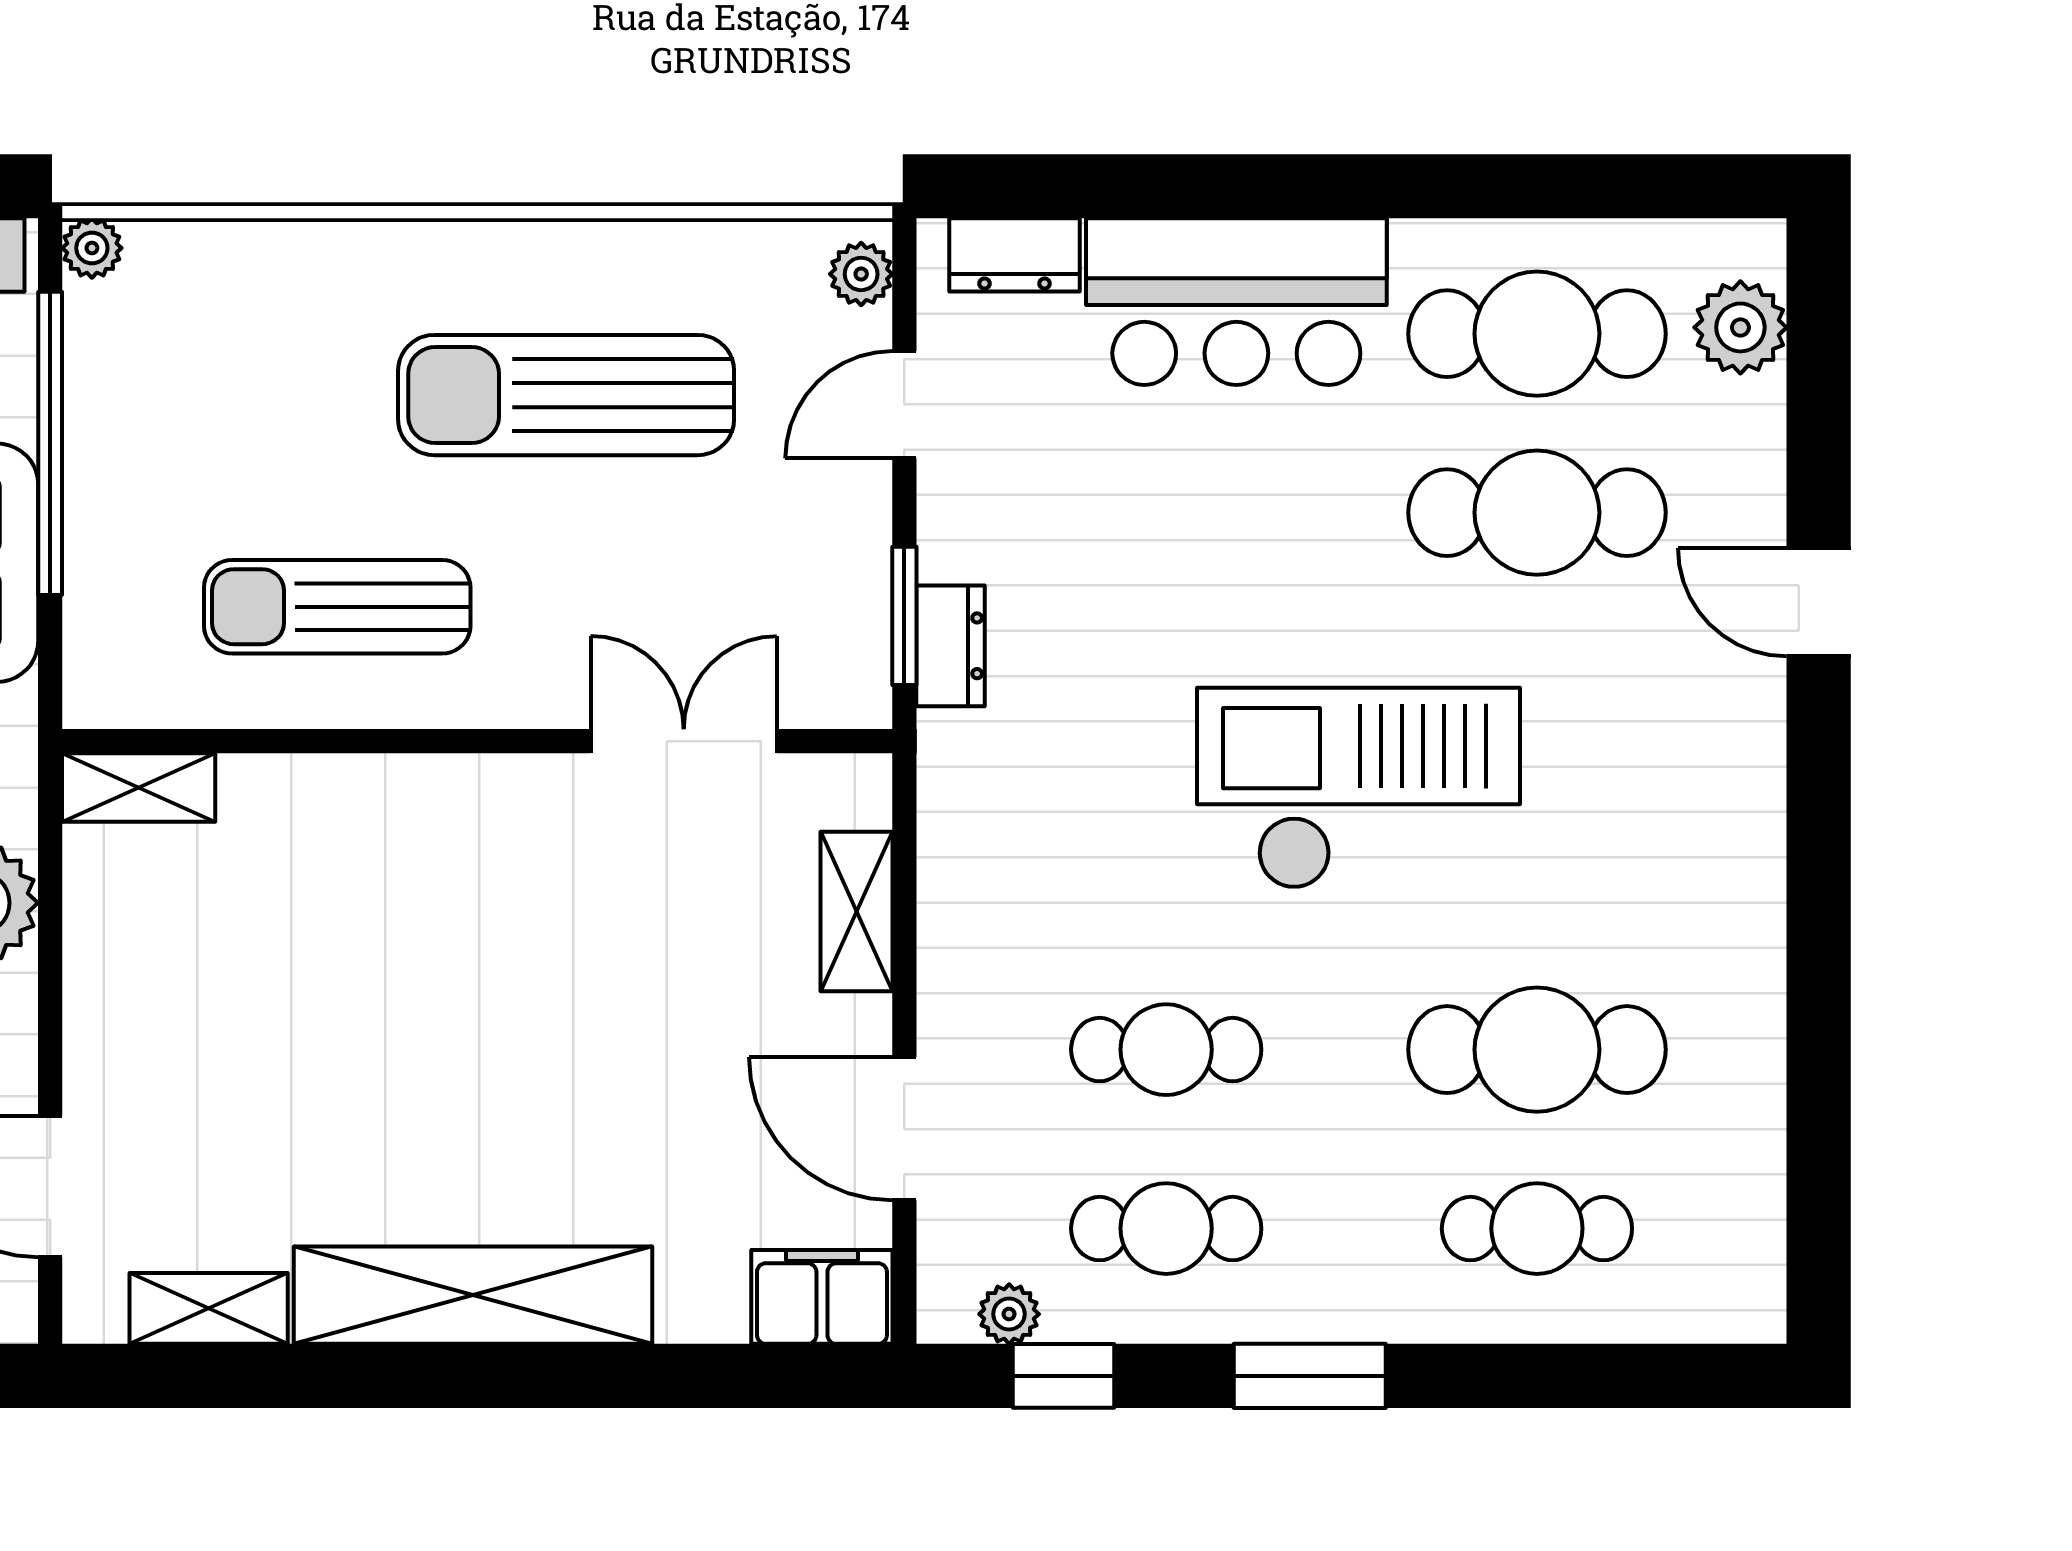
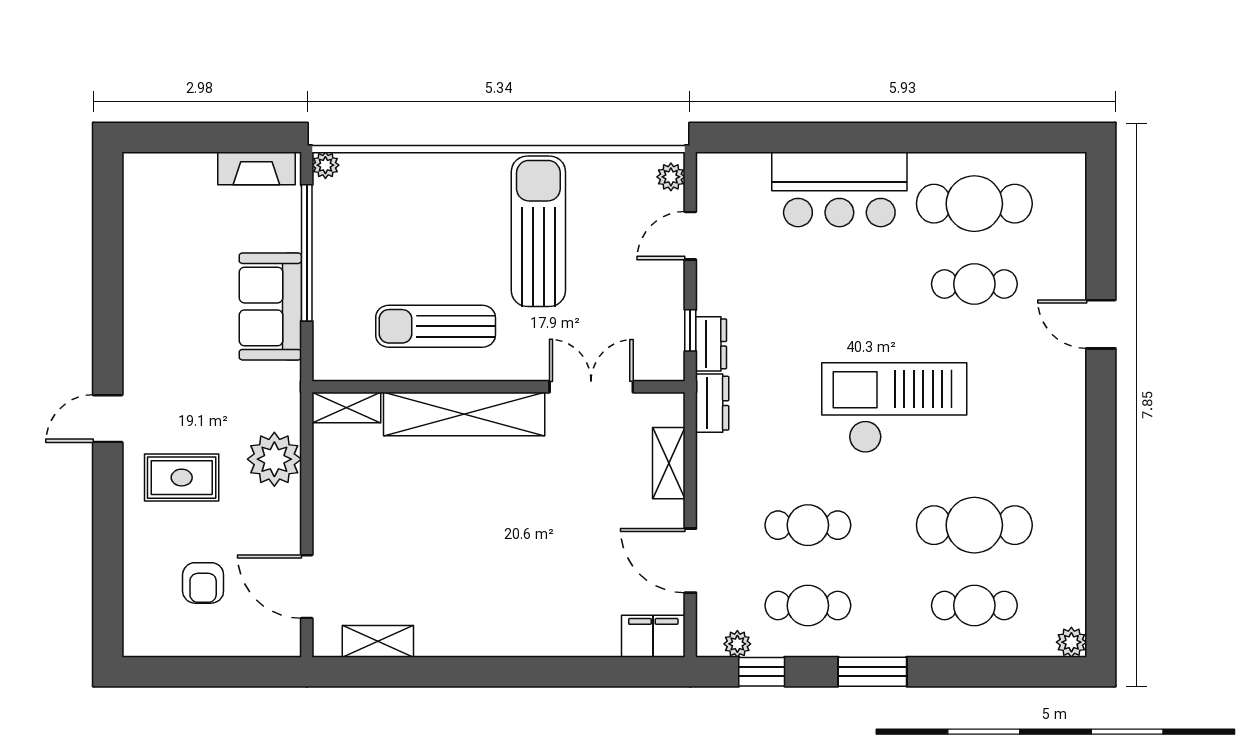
dresser: (1015, 255) -> (712, 403), moved, turned -90
plant: (1740, 327) -> (1071, 642), moved, width x0.73, depth x0.73
sun lounger: (566, 395) -> (538, 231), turned 90
cafe table: (1537, 513) -> (974, 284), width x0.73, depth x0.74
window: (904, 616) -> (690, 330), width x0.67
shelving: (473, 1295) -> (464, 414), moved

